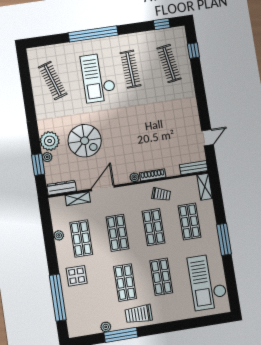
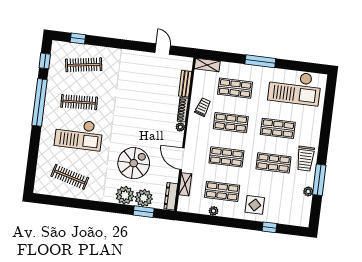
window: (93, 34) -> (40, 102), moved
clothes rail: (53, 81) -> (70, 177), turned 33
plant: (47, 157) -> (144, 198), width x1.88, depth x1.88
bench: (194, 168) -> (185, 84), moved
window: (58, 298) -> (269, 227), width x0.32

